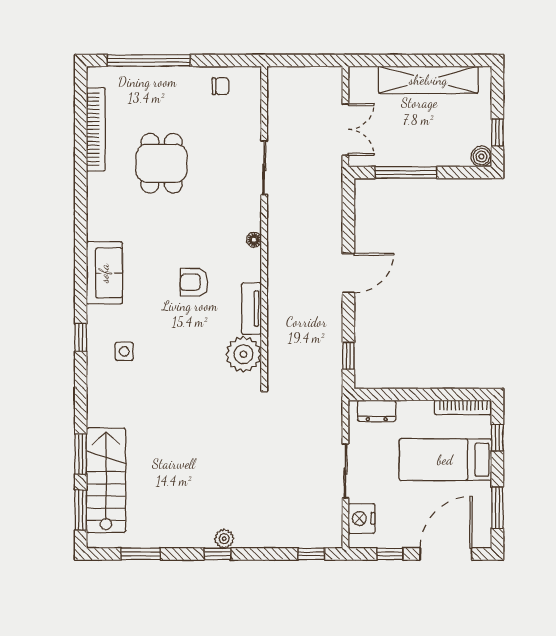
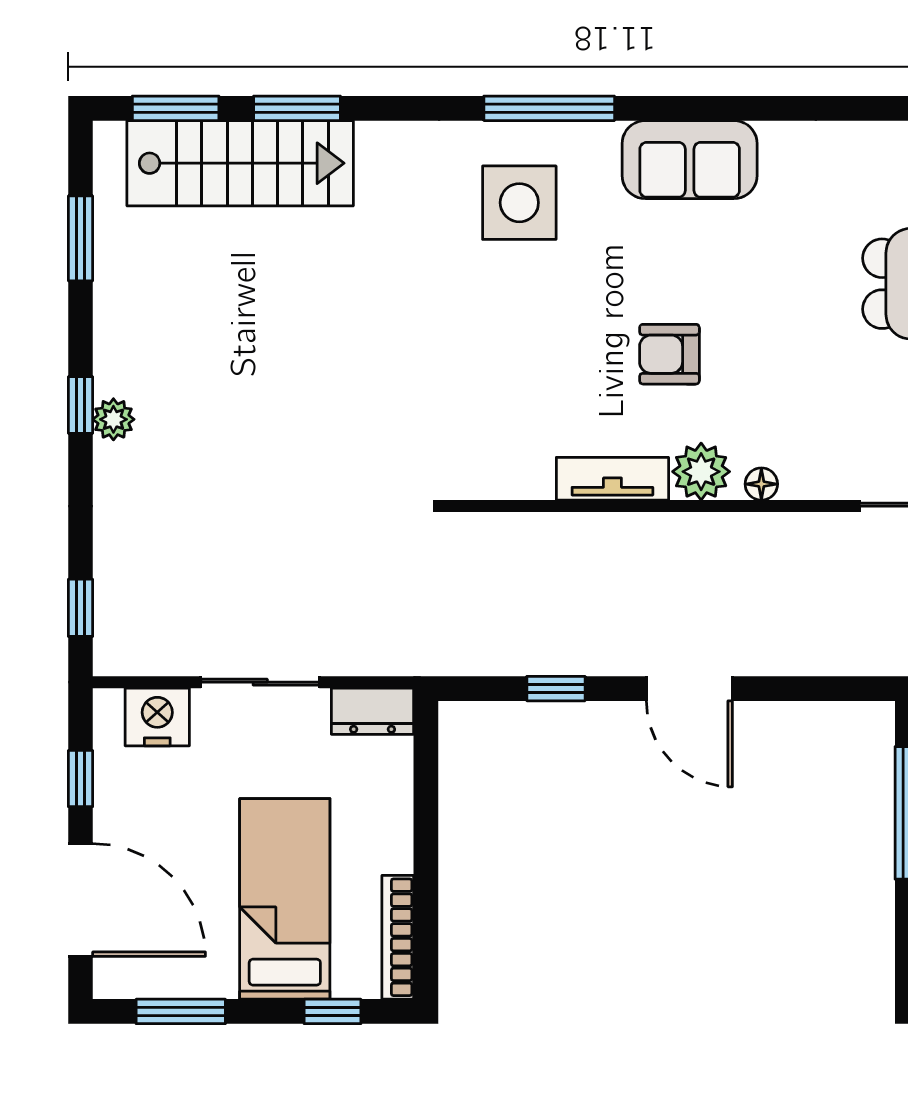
armchair: (194, 282) -> (669, 354), turned -90
window: (81, 338) -> (549, 108), width x2.17
side table: (124, 351) -> (519, 203), width x1.87, depth x1.87
plant: (243, 354) -> (701, 472), moved, width x0.73, depth x0.73
window: (348, 356) -> (556, 689), moved
dresser: (377, 411) -> (373, 711), moved, turned -90

